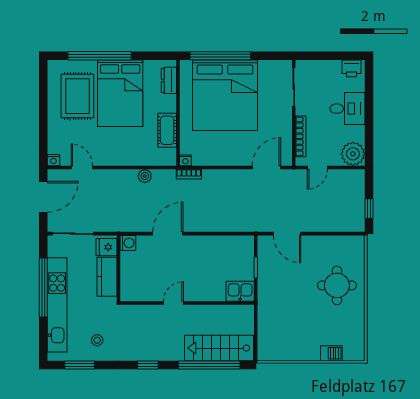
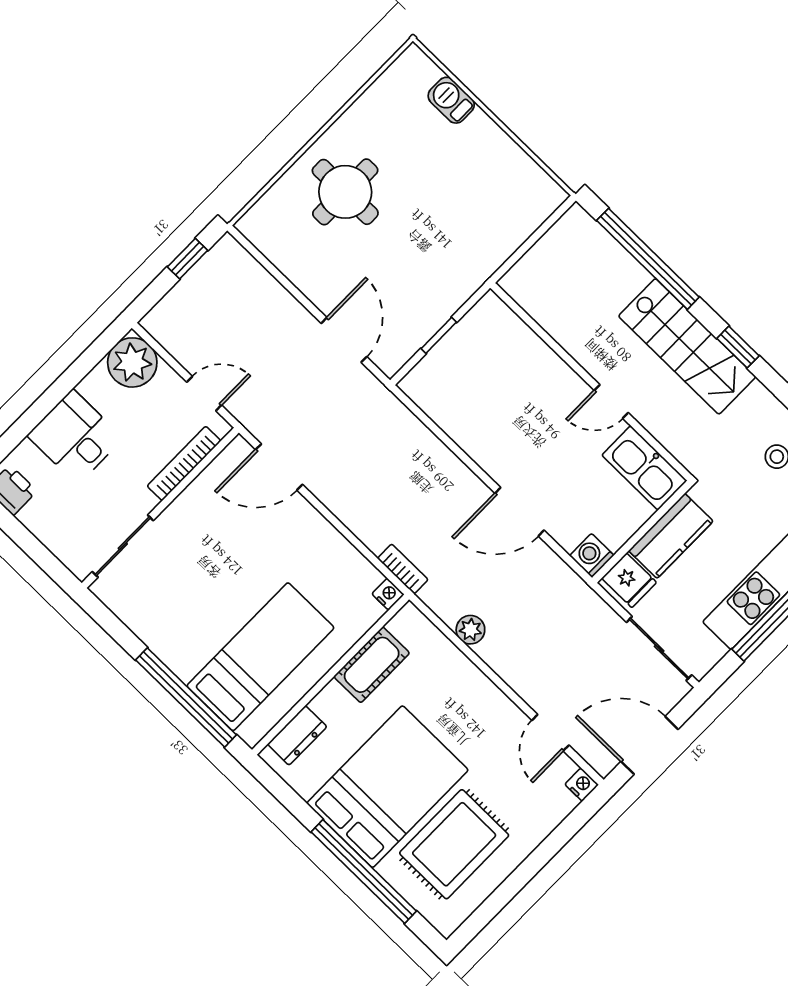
bed: (225, 95) -> (260, 657), width x0.49
kitchen sink: (240, 291) -> (644, 468), moved, width x1.38
stairs: (219, 348) -> (687, 346), moved

